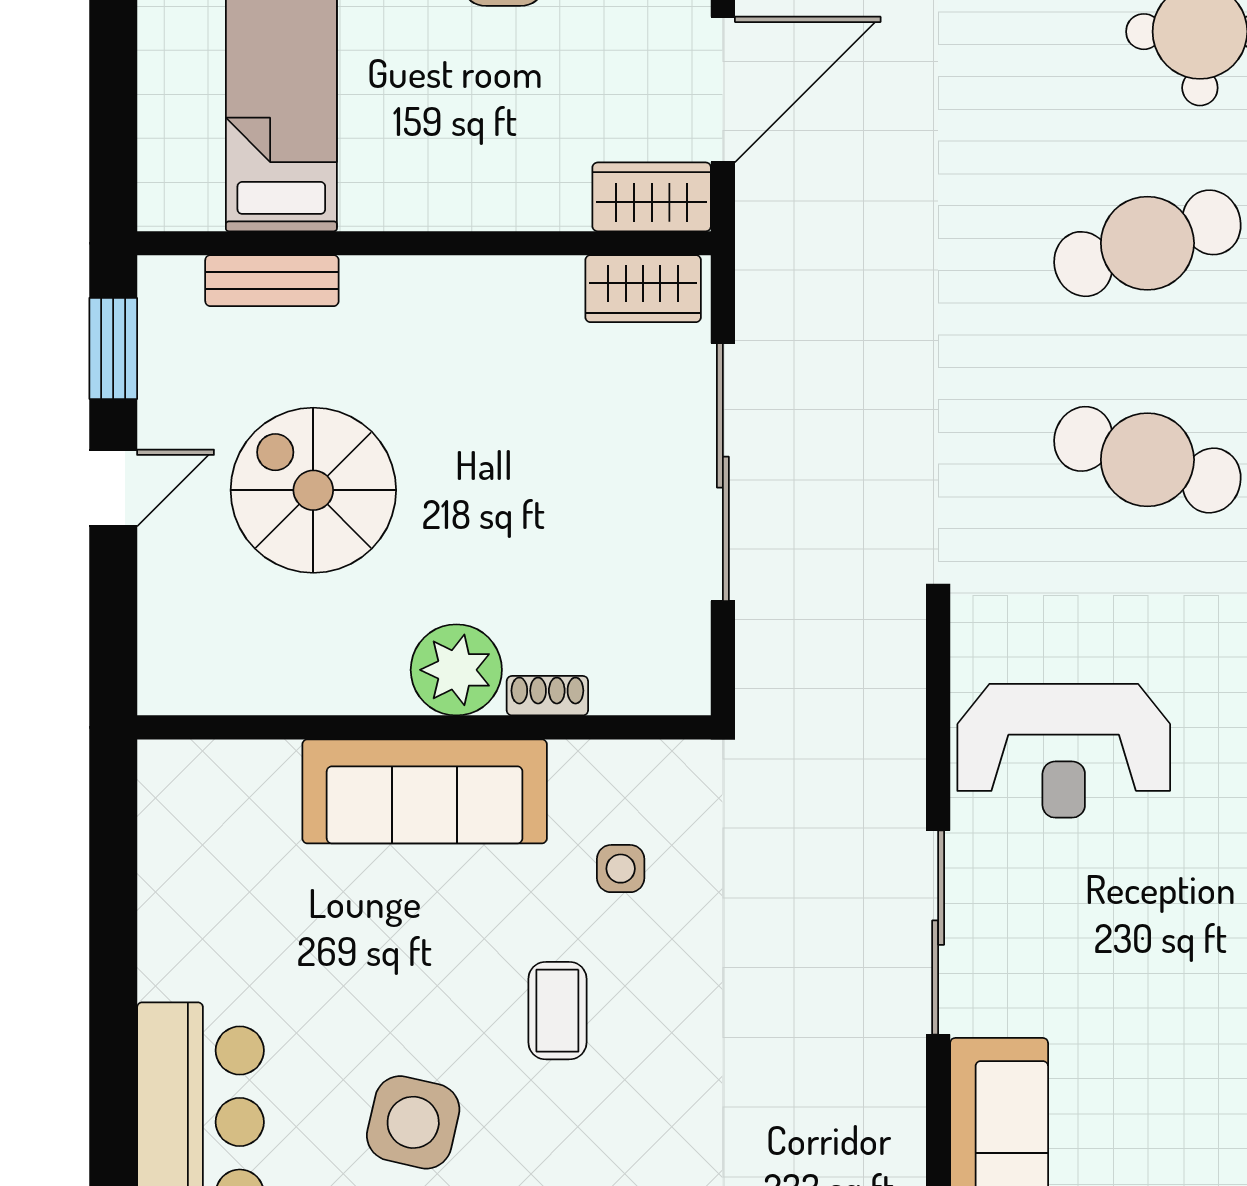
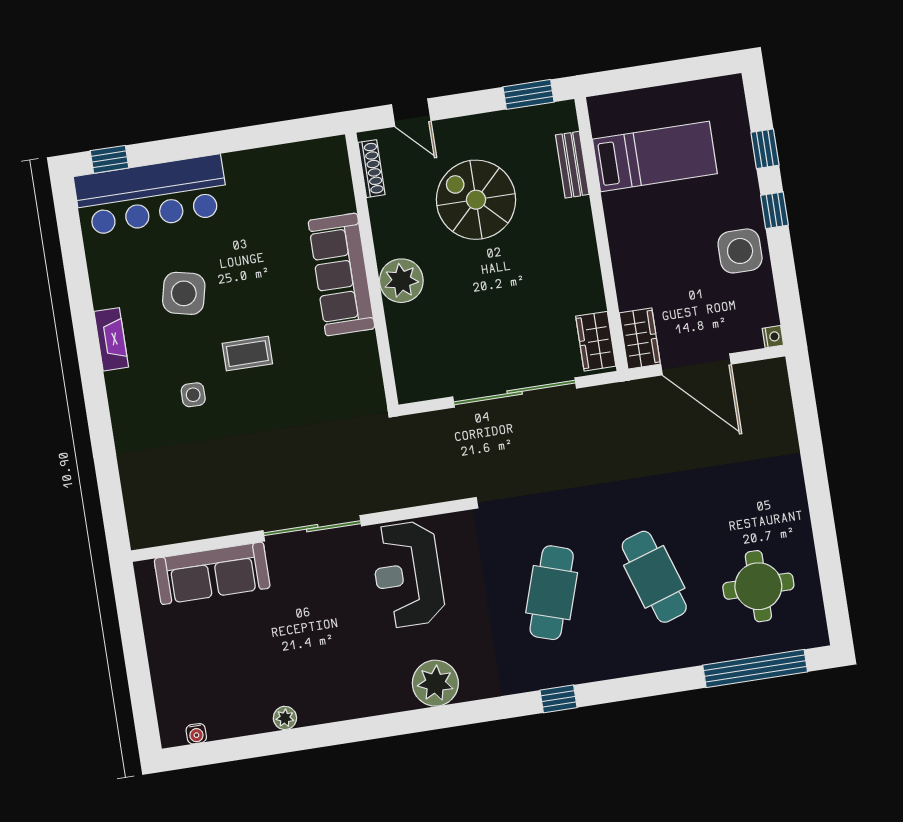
door: (113, 488) -> (411, 113), moved
spiral stairs: (313, 490) -> (476, 200), turned -90
shoe rack: (547, 696) -> (371, 169), moved, width x1.43
side table: (621, 869) -> (193, 395), moved

